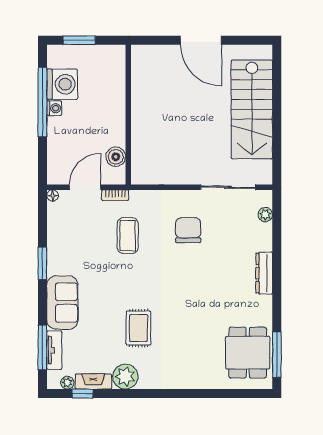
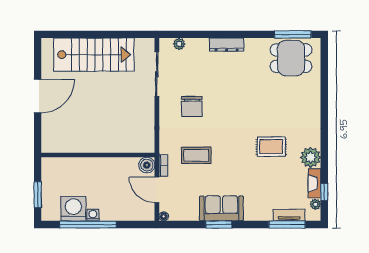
boiler: (116, 157) -> (147, 165), moved
chair: (188, 230) -> (192, 106), turned -90
sofa: (62, 303) -> (221, 208), moved

